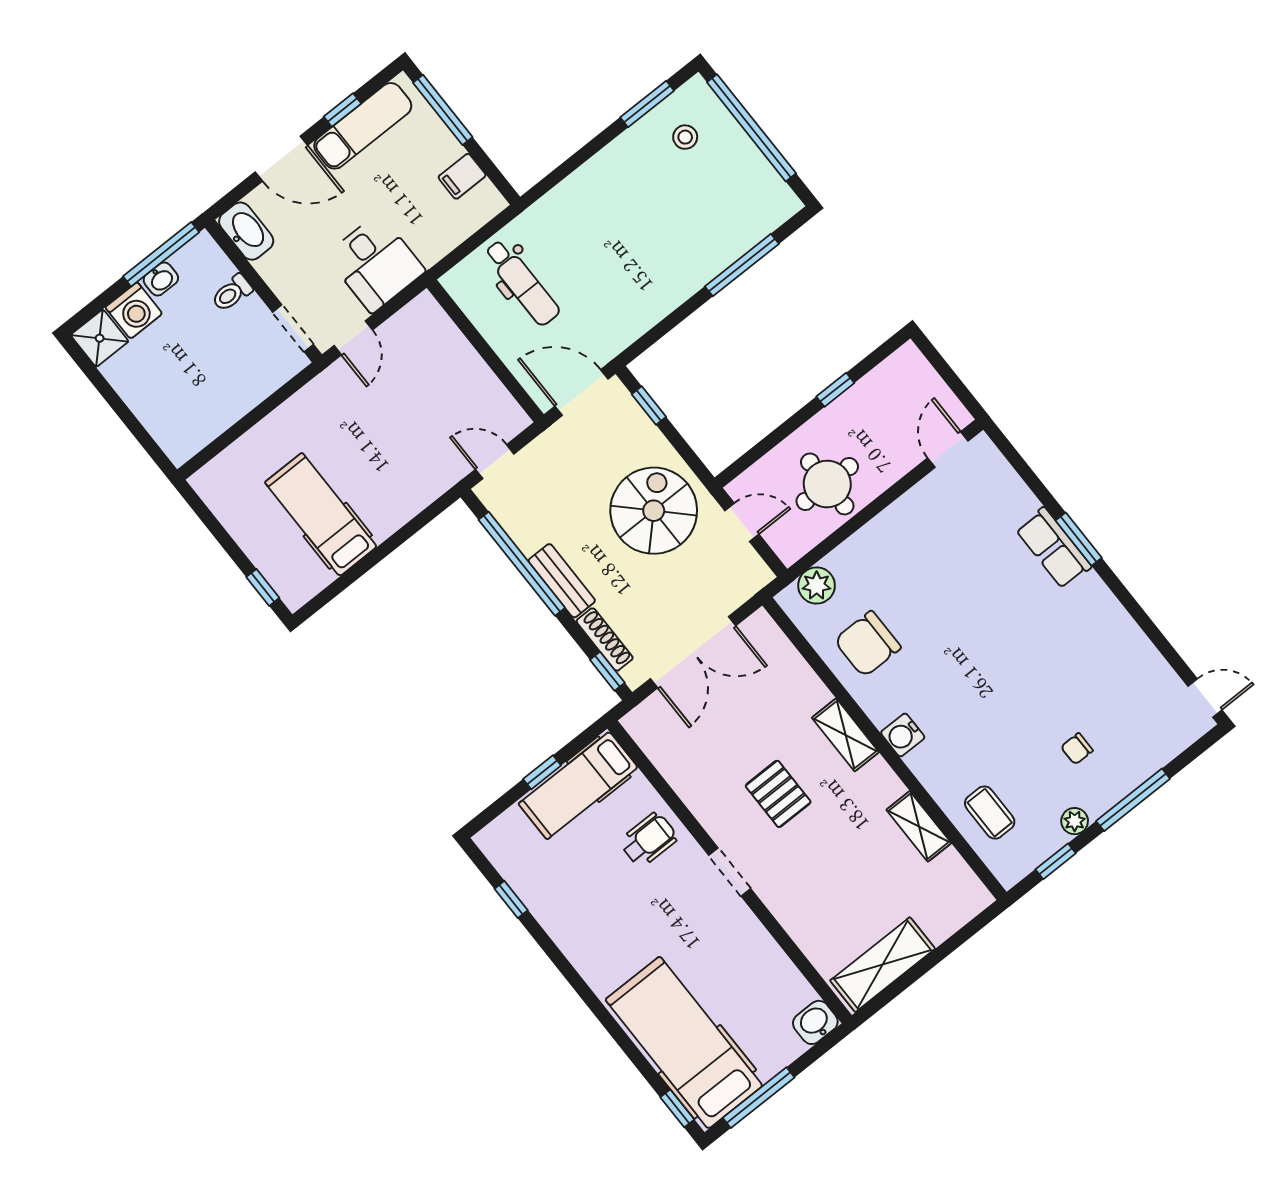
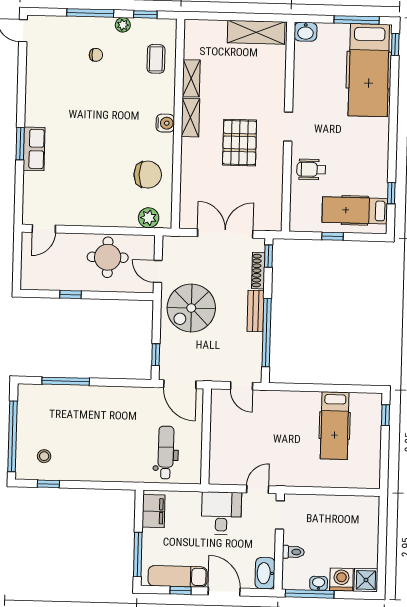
window: (647, 104) -> (48, 484), width x0.67
filing cabinet: (462, 176) -> (154, 511), width x2.00
shelving: (845, 735) -> (190, 118), moved
hospital bed: (578, 785) -> (355, 210), moved, turned 180
pallet: (778, 794) -> (240, 143), width x1.50, depth x1.42

